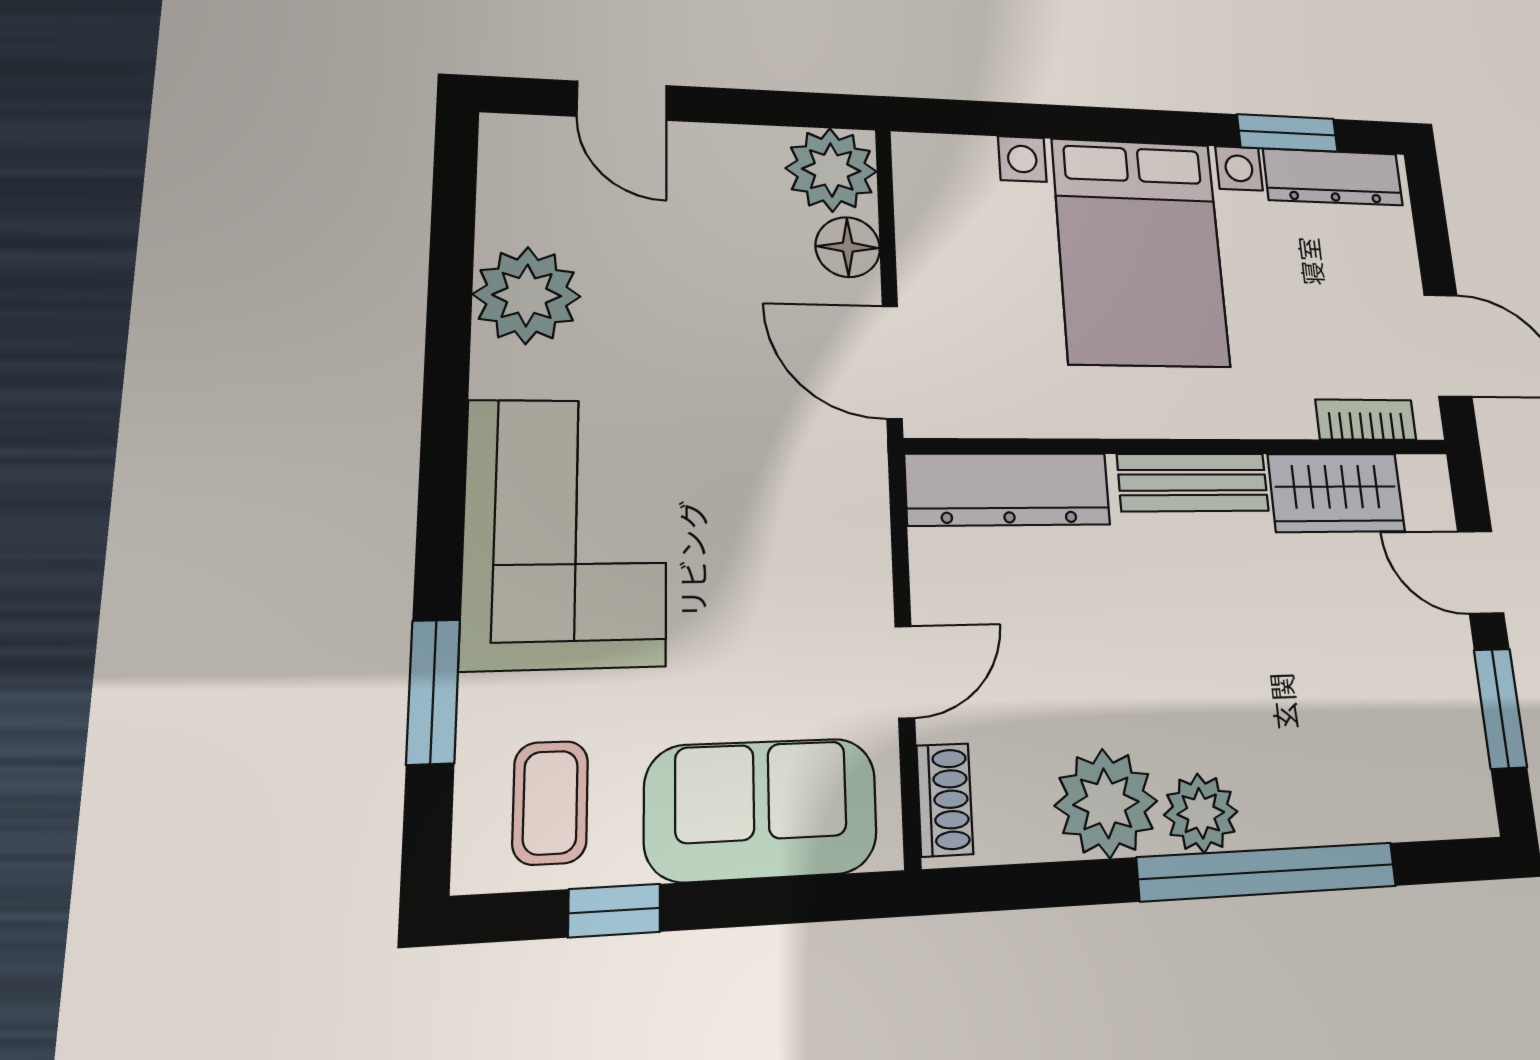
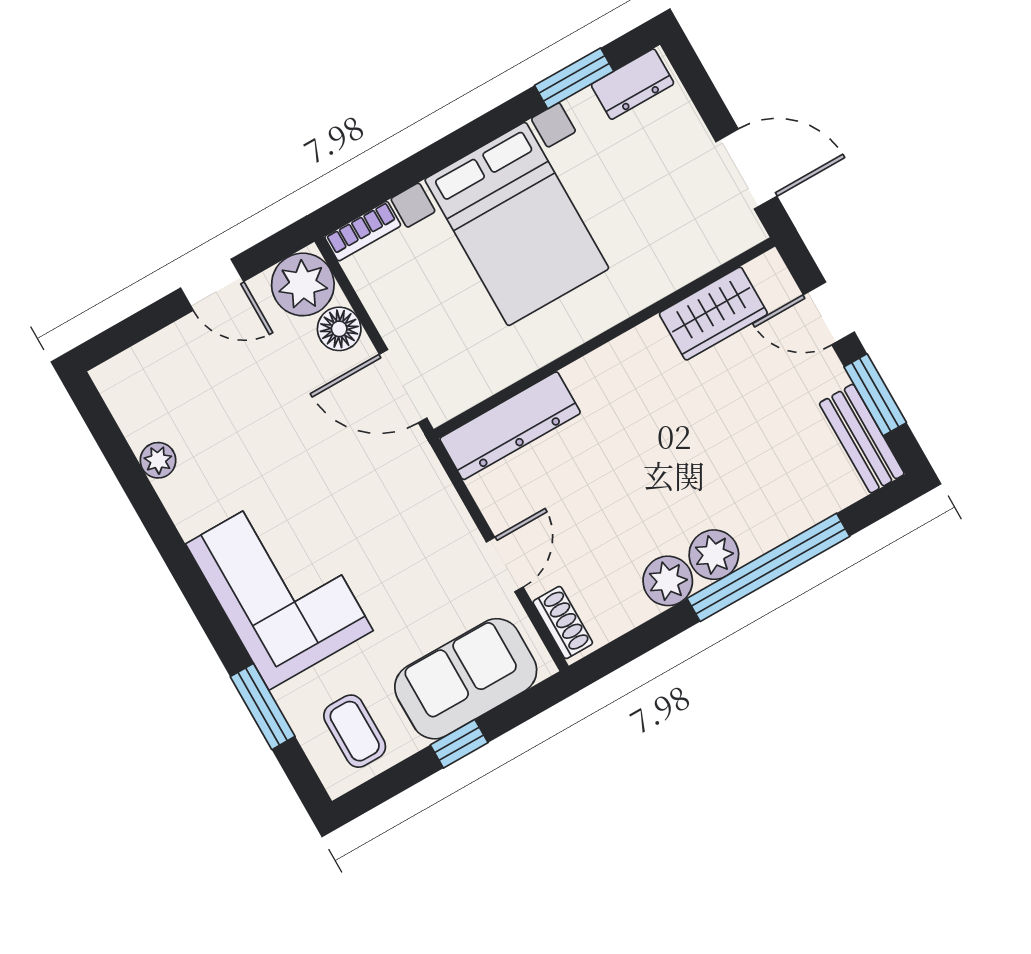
door: (622, 101) -> (212, 285), moved
dresser: (1333, 177) -> (633, 84), width x0.70
plant: (527, 295) -> (158, 460), width x0.53, depth x0.53
bookcase: (1366, 420) -> (363, 231), moved, turned 180
bench: (1193, 482) -> (862, 439), moved, turned 90
plant: (1106, 803) -> (668, 581), width x0.73, depth x0.73
window: (614, 911) -> (459, 744), moved

